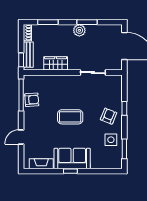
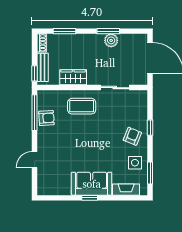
plant: (79, 30) -> (111, 40), moved
coffee table: (70, 117) -> (82, 106), moved
fireplace: (41, 164) -> (126, 190), moved

